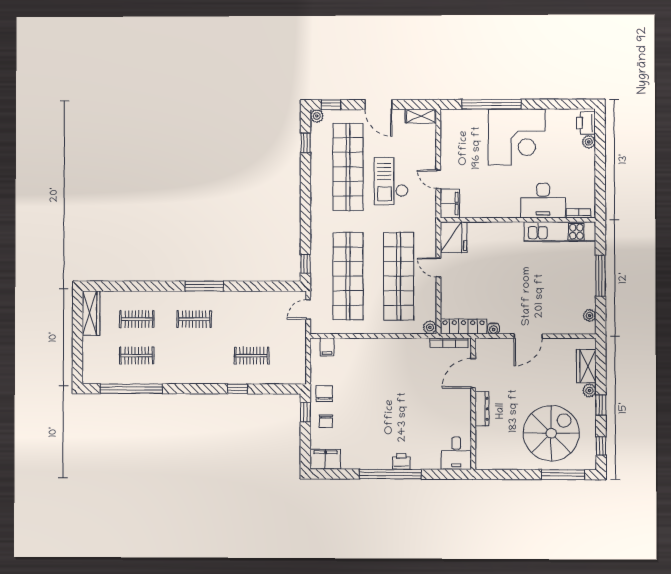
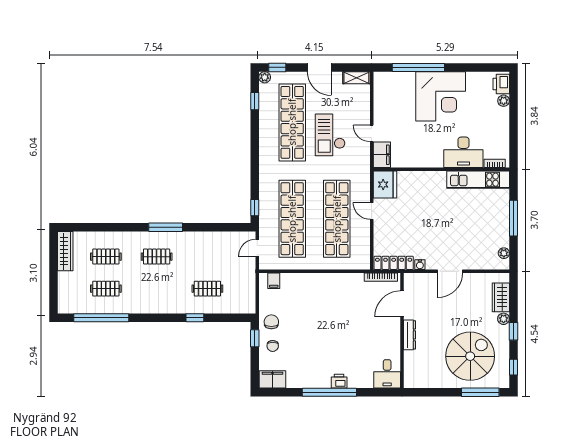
plant: (430, 327) -> (364, 264), removed

